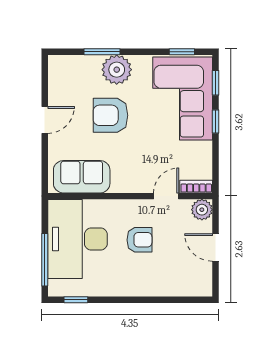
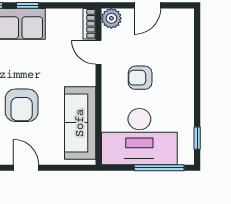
sofa: (82, 177) -> (80, 123), width x1.36
armchair: (139, 240) -> (140, 78), turned -90

